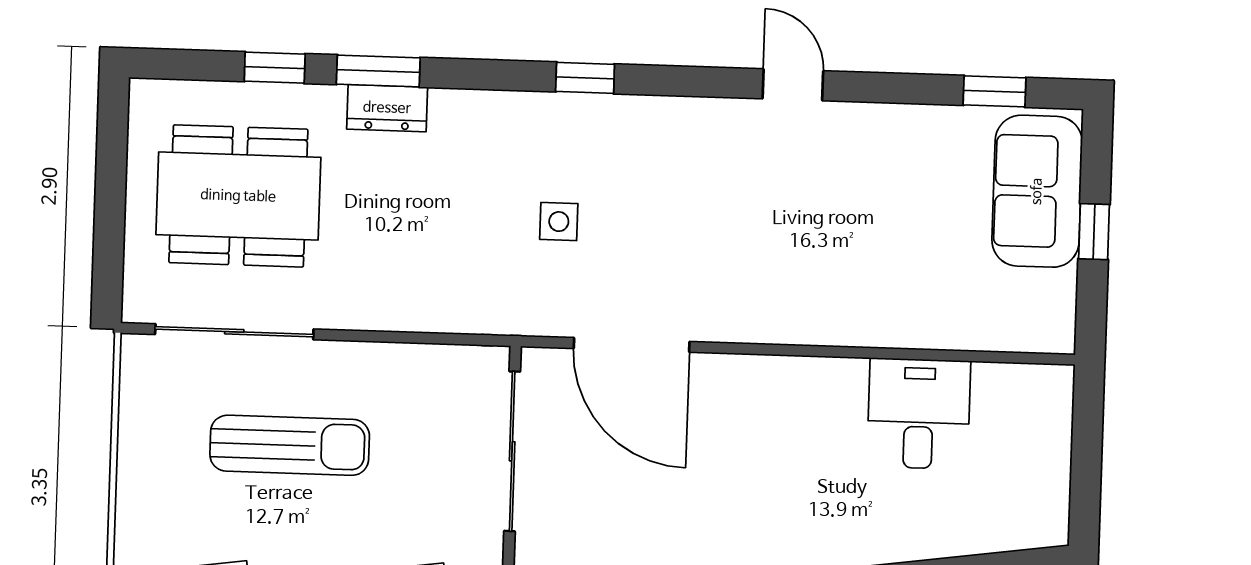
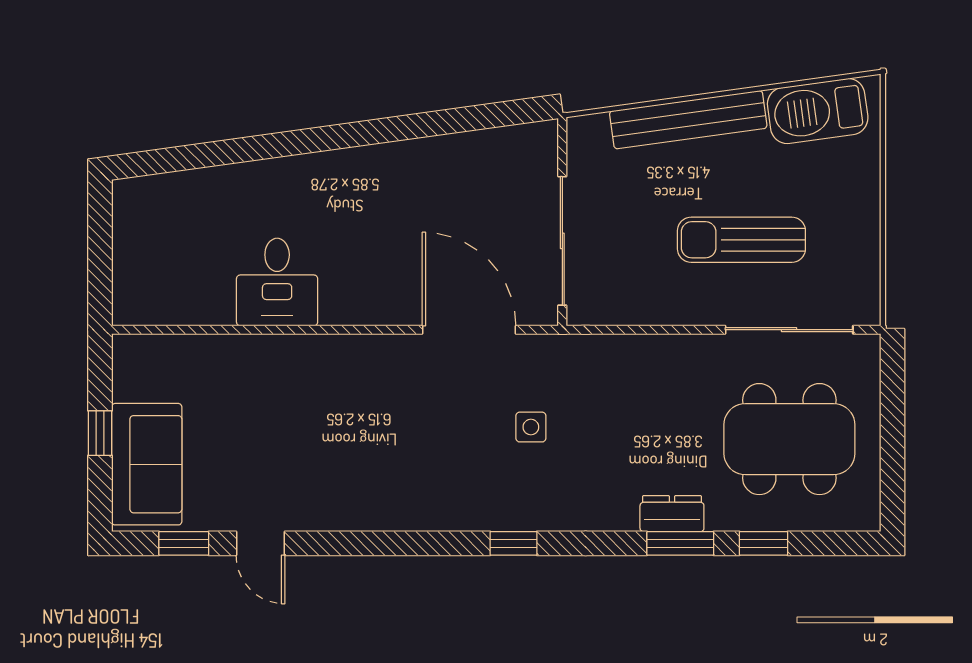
door: (793, 85) -> (260, 543), moved
desk: (919, 414) -> (277, 282), moved

